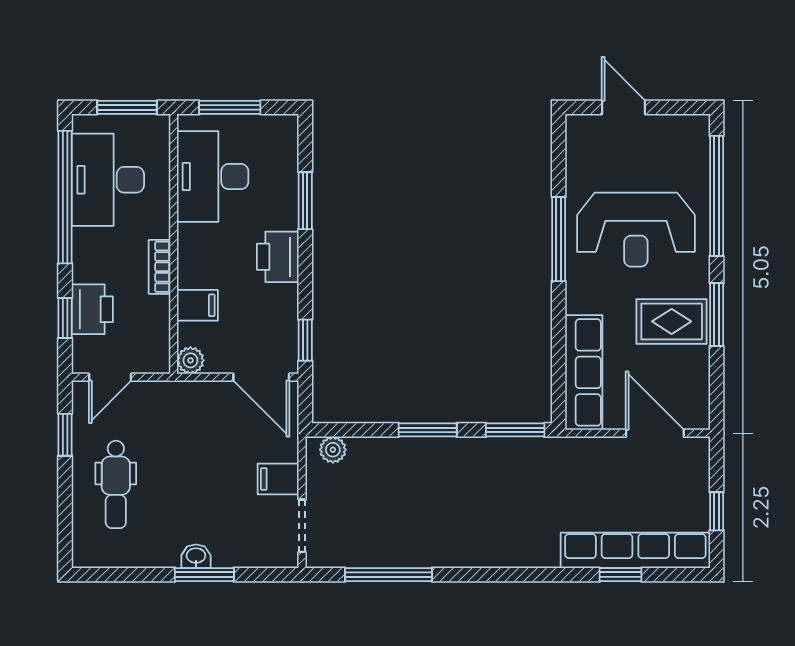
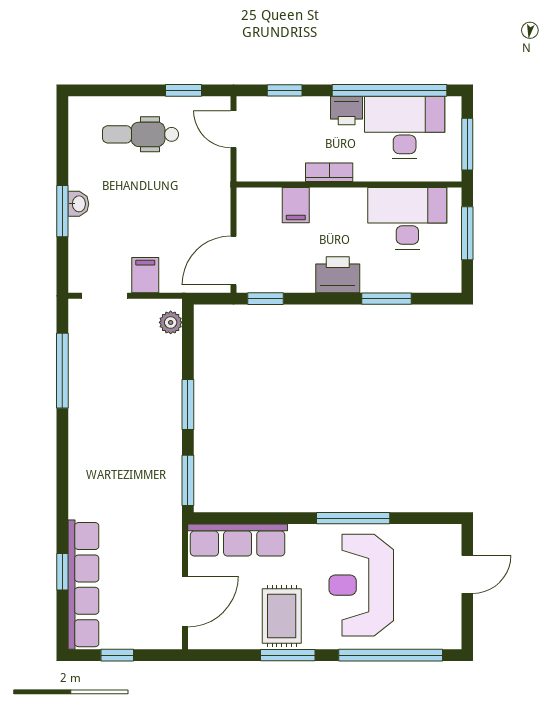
printer: (92, 309) -> (347, 111), moved, width x0.73, depth x0.81
plant: (190, 360) -> (248, 199), removed

